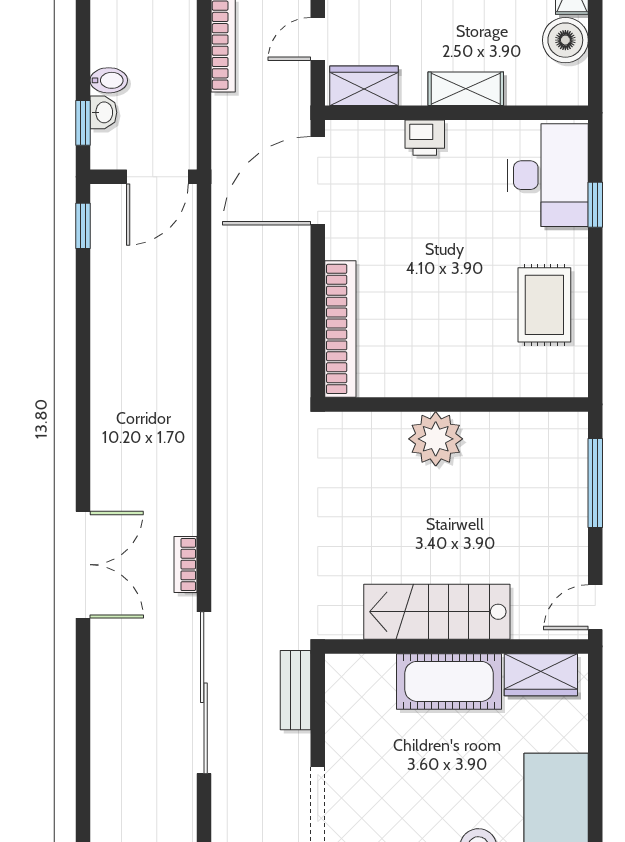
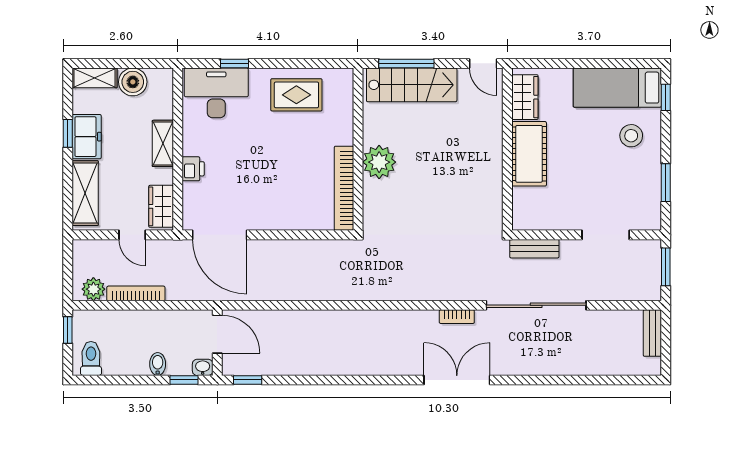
washbasin: (103, 112) -> (203, 367), moved
bookcase: (340, 329) -> (344, 188), moved, turned -90
stairs: (437, 612) -> (412, 85), moved, turned -90

